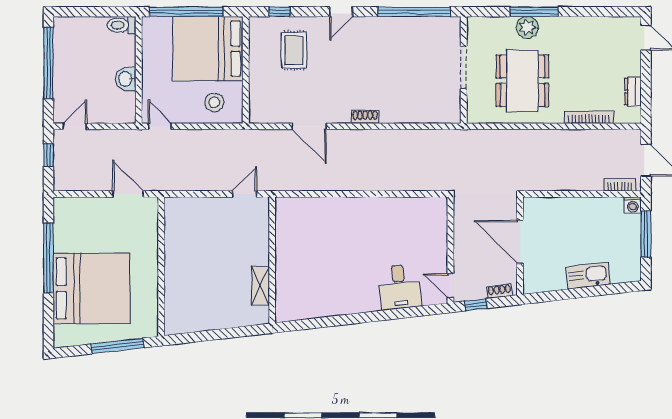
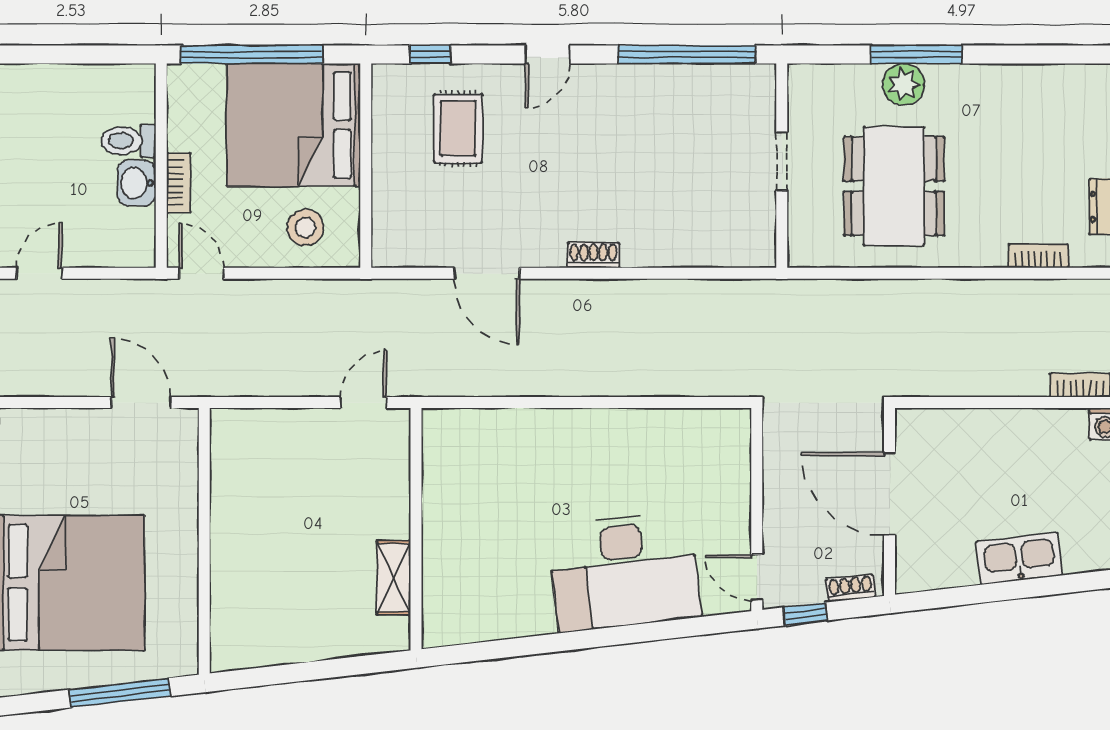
toilet: (122, 25) -> (129, 141), moved
doorway: (464, 68) -> (782, 161), width x0.73
bookcase: (148, 79) -> (179, 183), added
bookcase: (589, 117) -> (1038, 256), width x0.64
desk: (399, 287) -> (624, 571), width x1.87, depth x1.30

